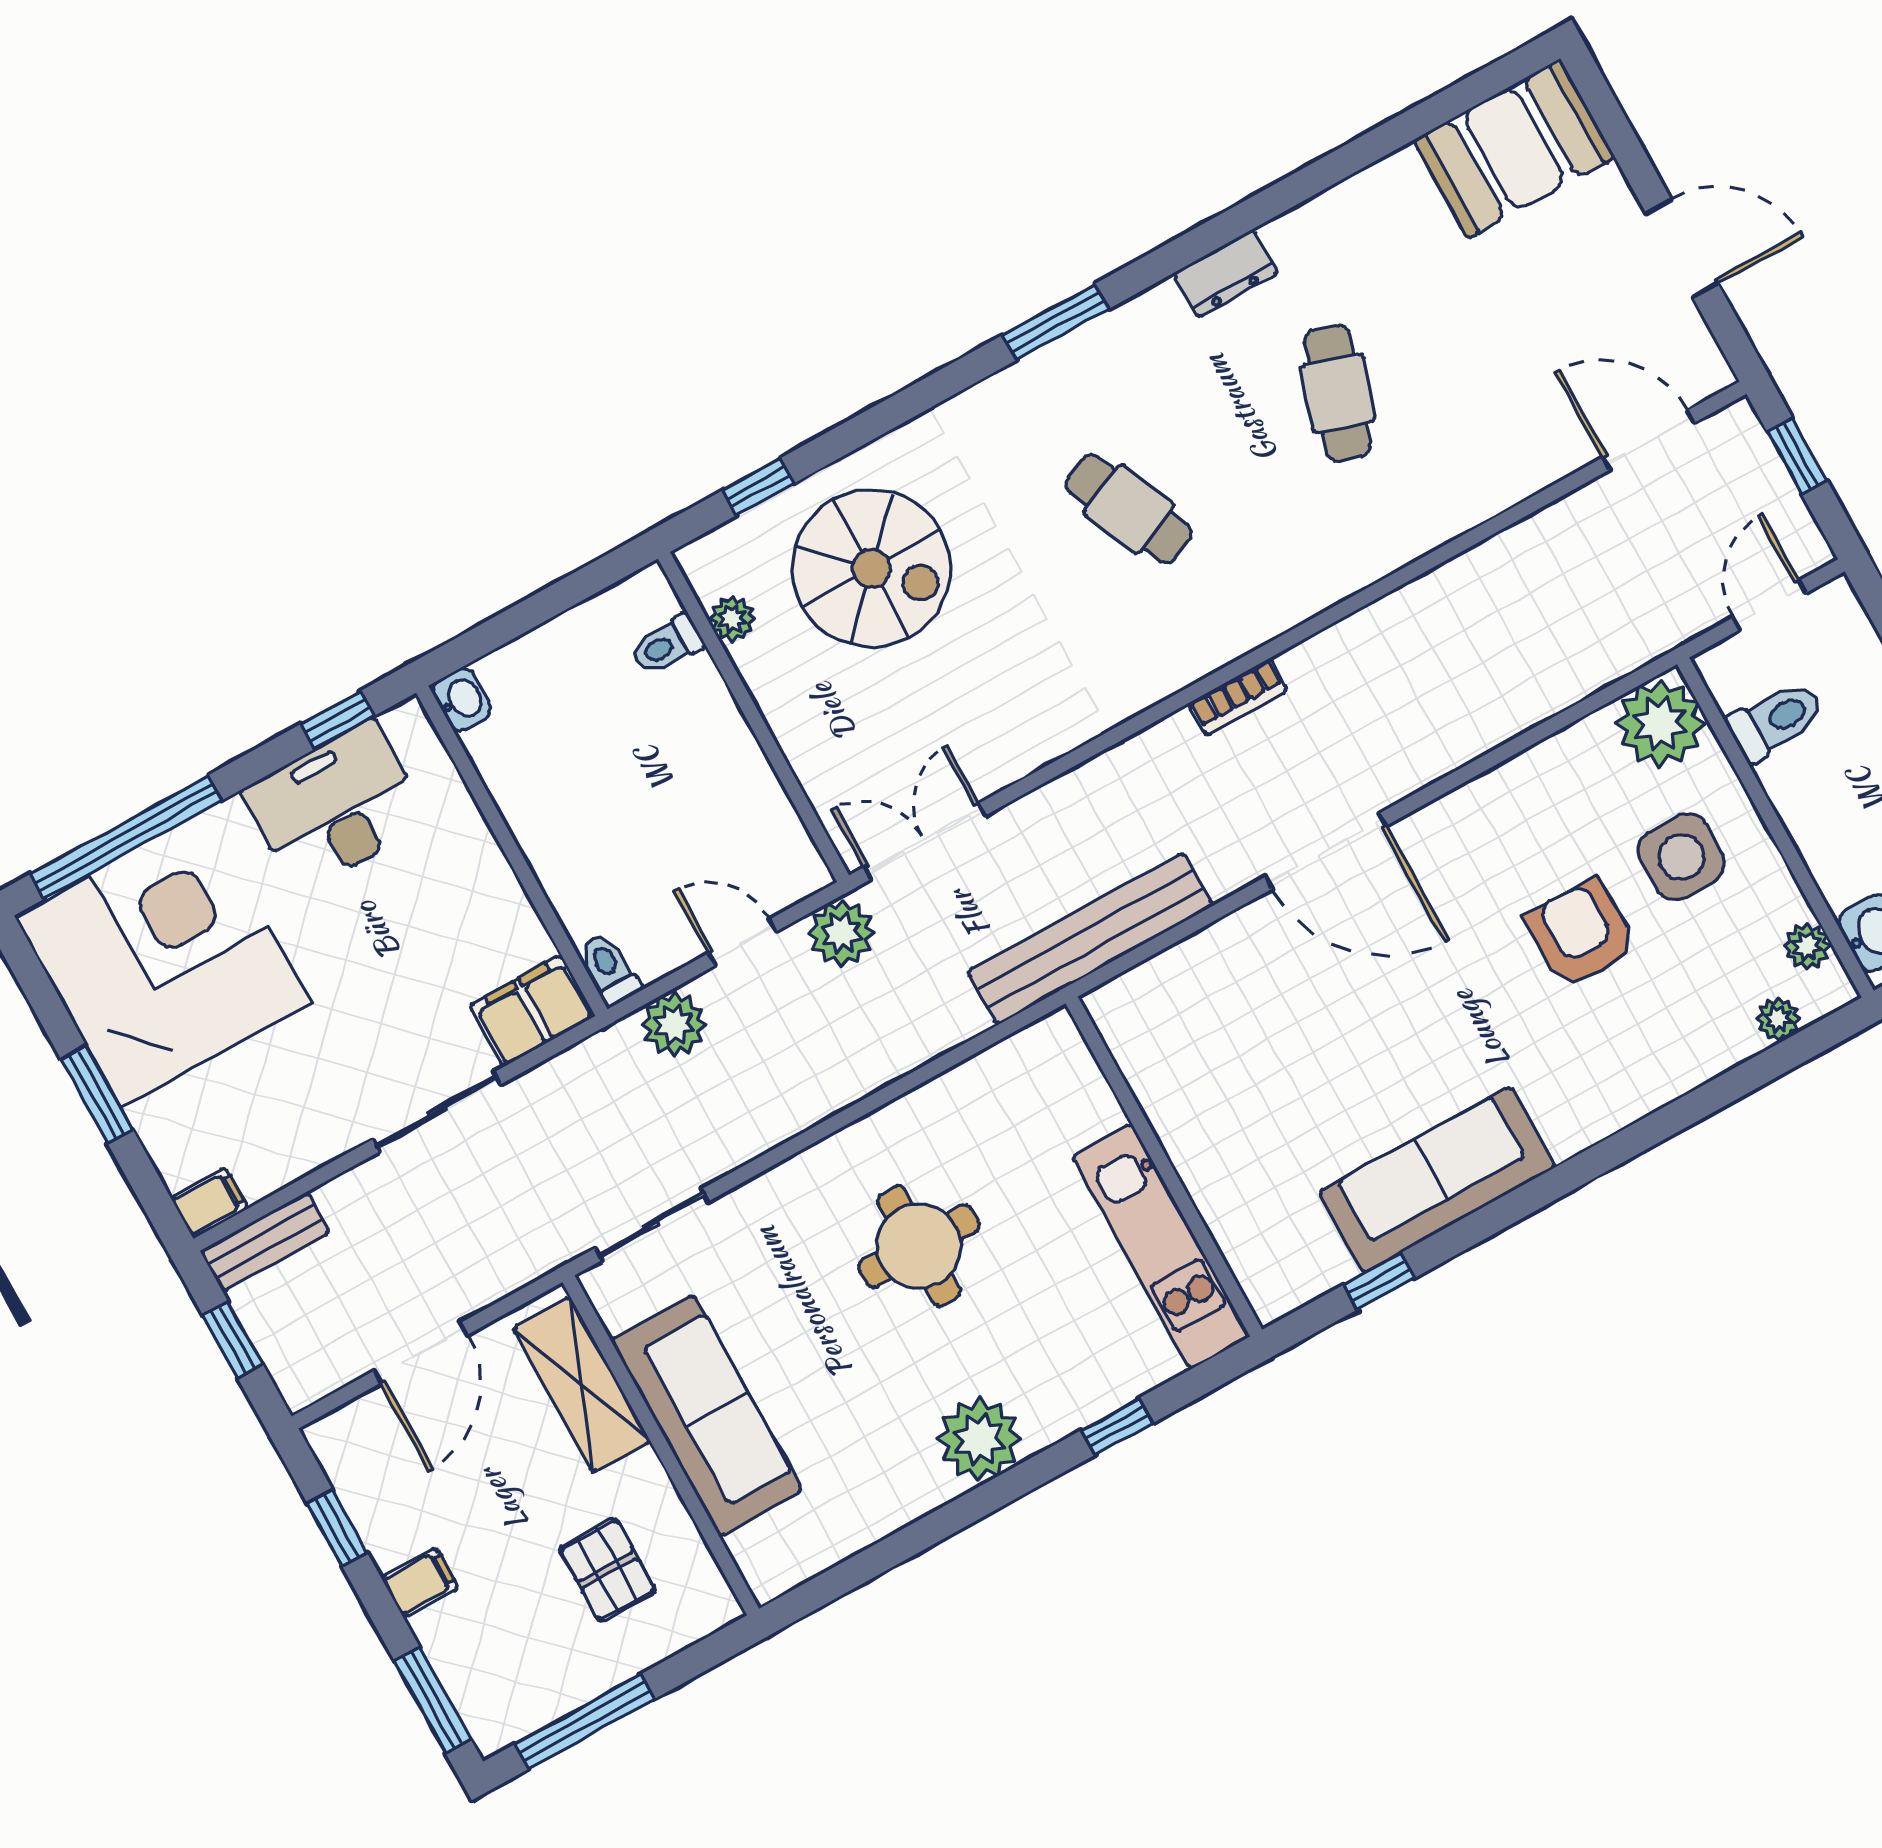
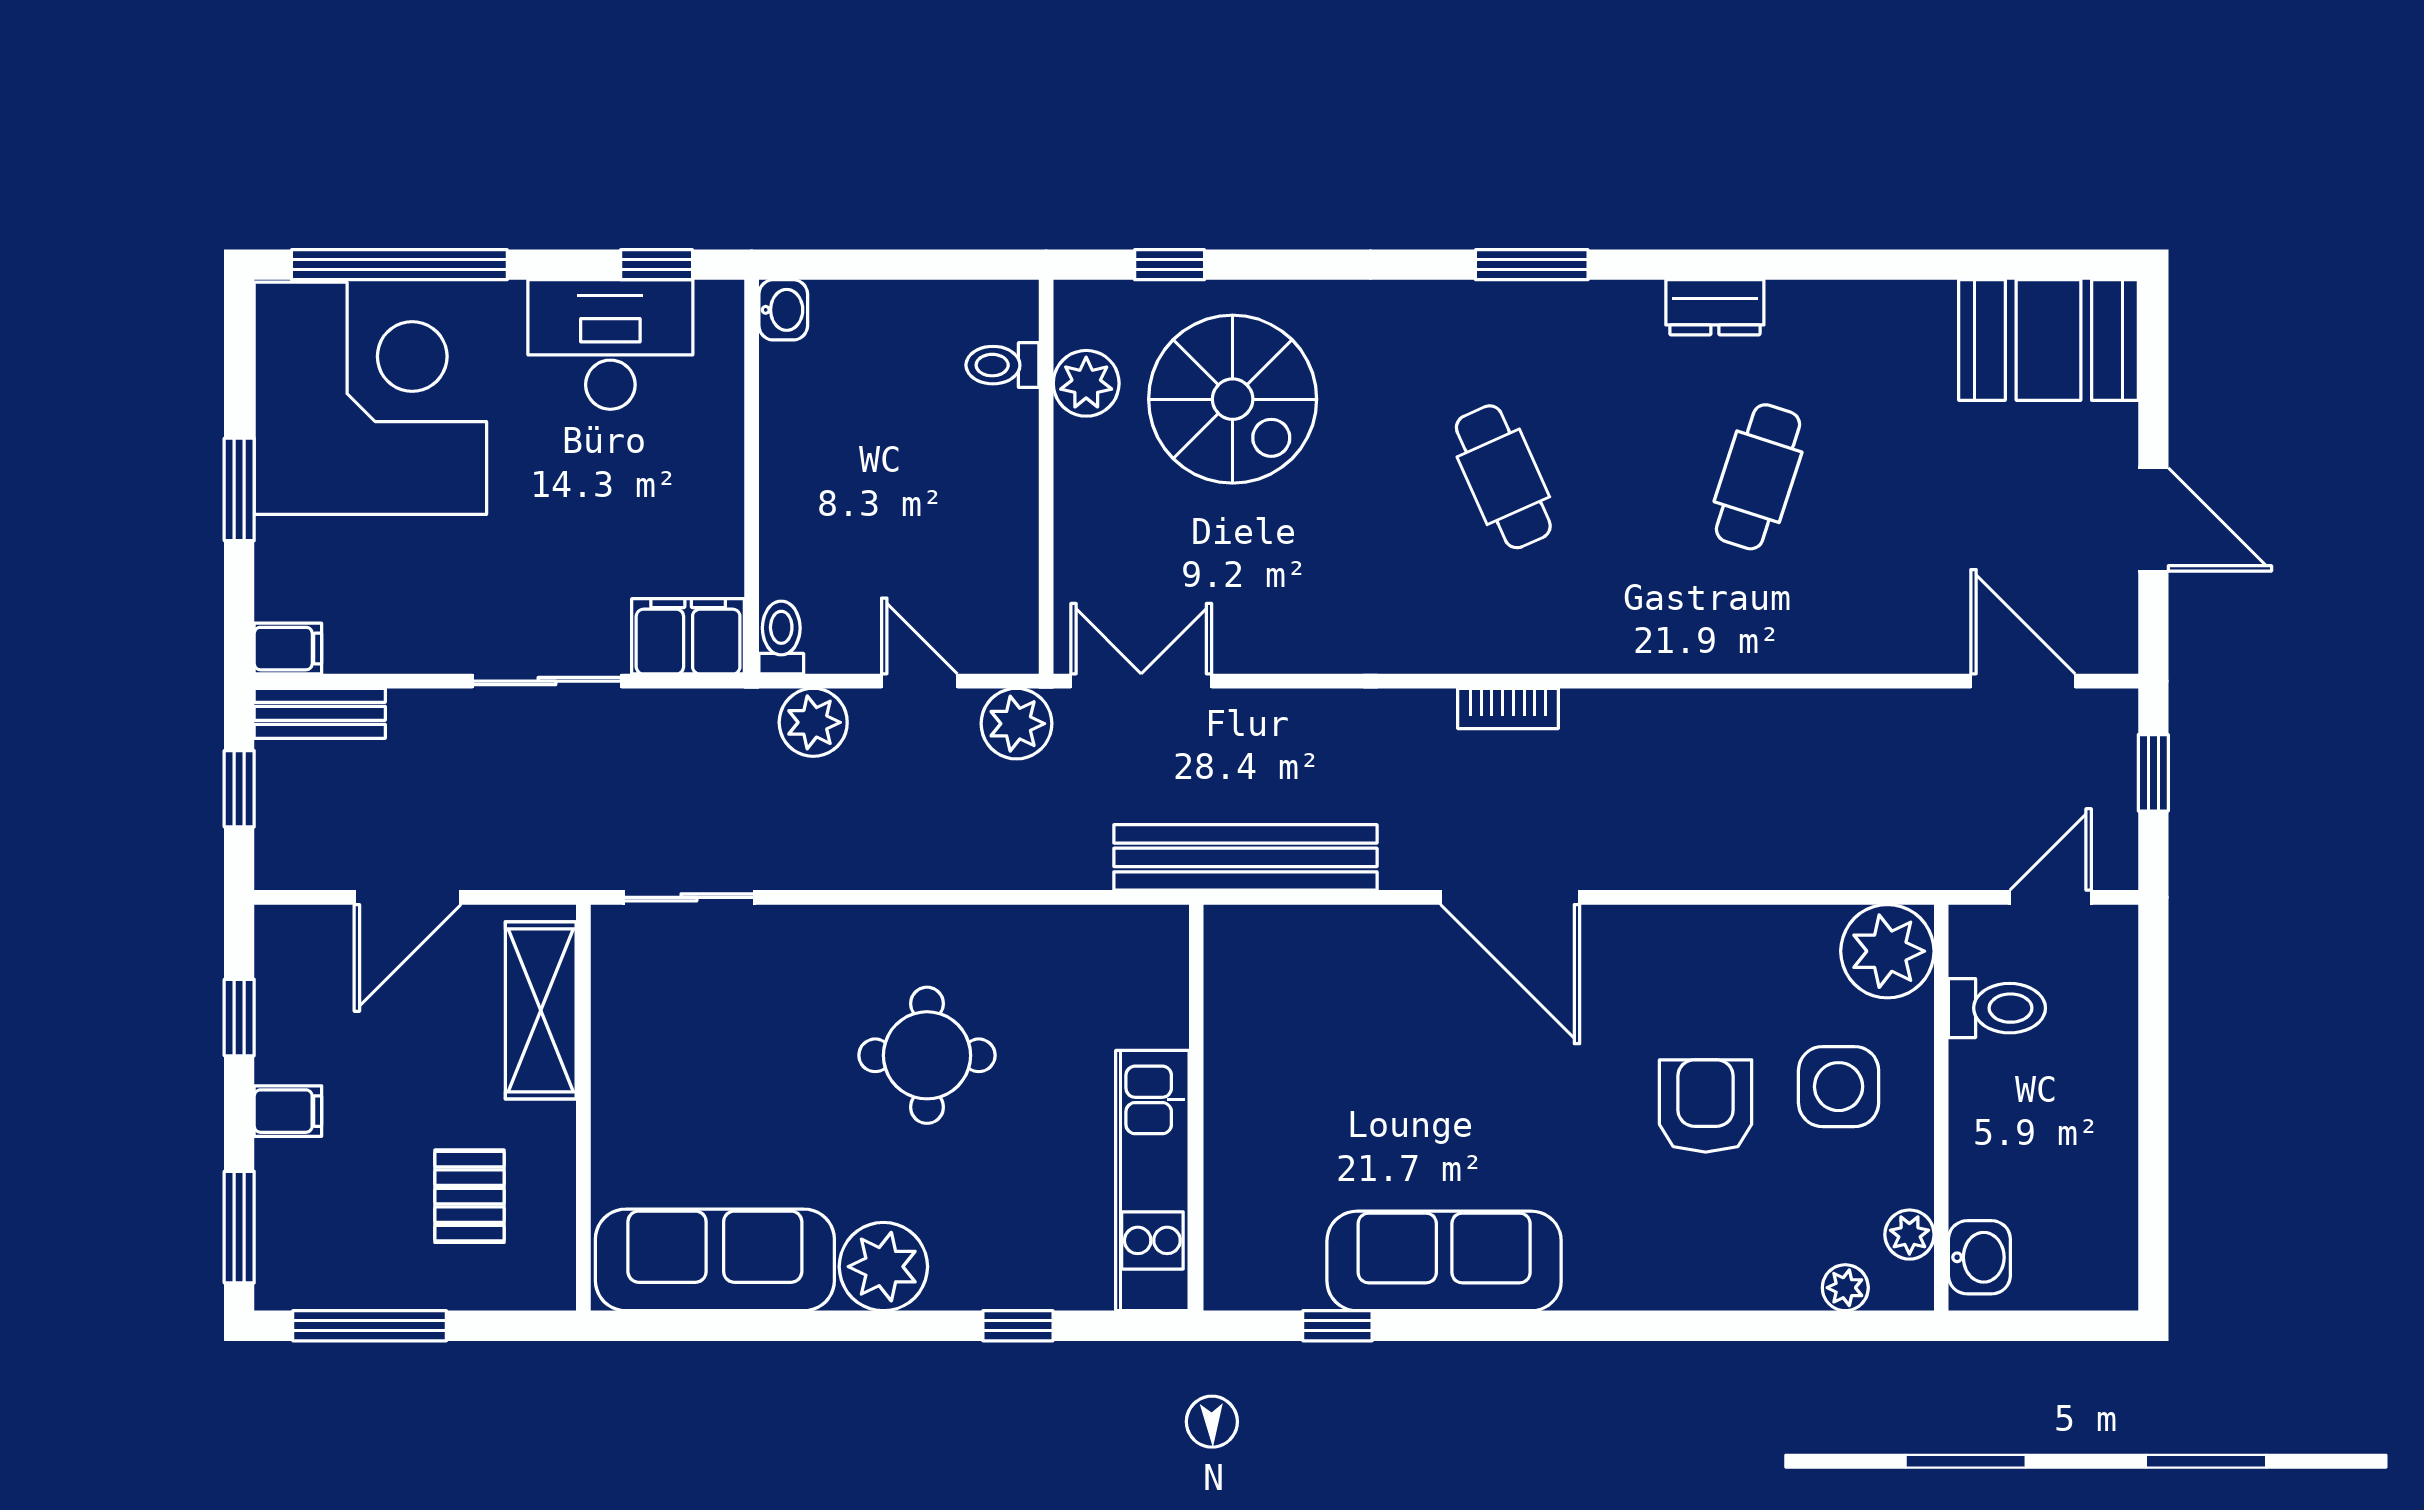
plant: (732, 619) -> (1086, 383), width x1.38, depth x1.38
sofa: (706, 1415) -> (715, 1260), moved, turned -90

